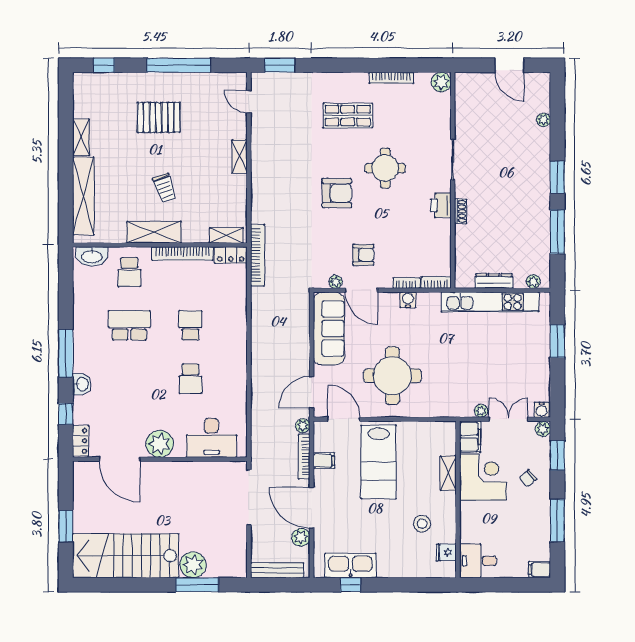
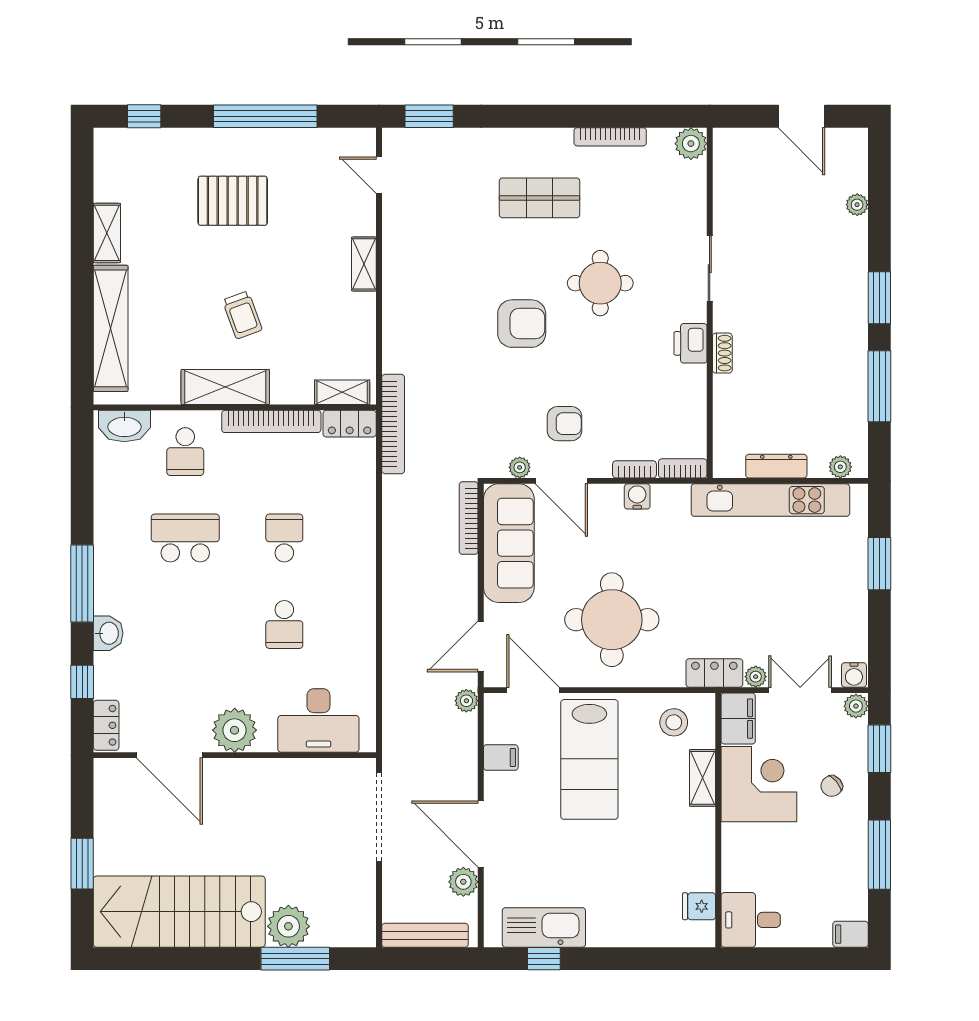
locker: (456, 409) -> (714, 673), added
bookcase: (304, 457) -> (469, 518), moved
stool: (422, 524) -> (674, 722), moved

